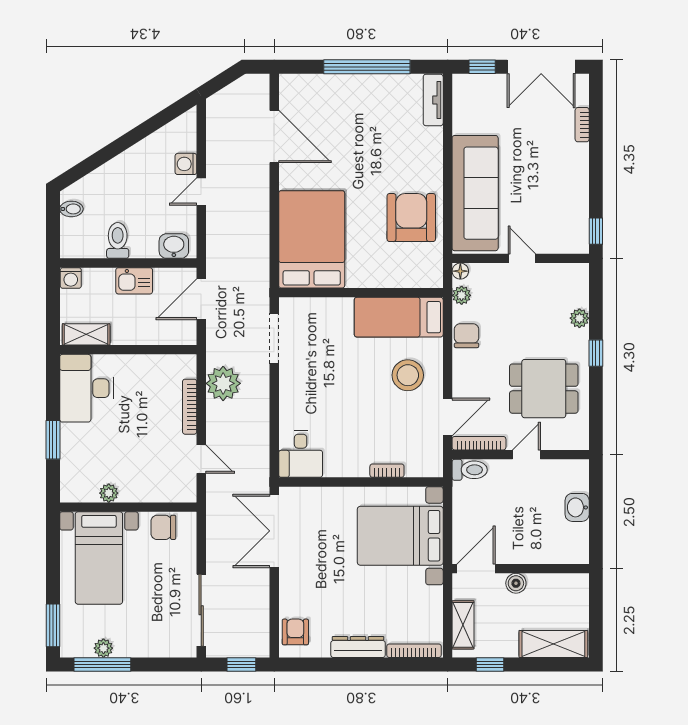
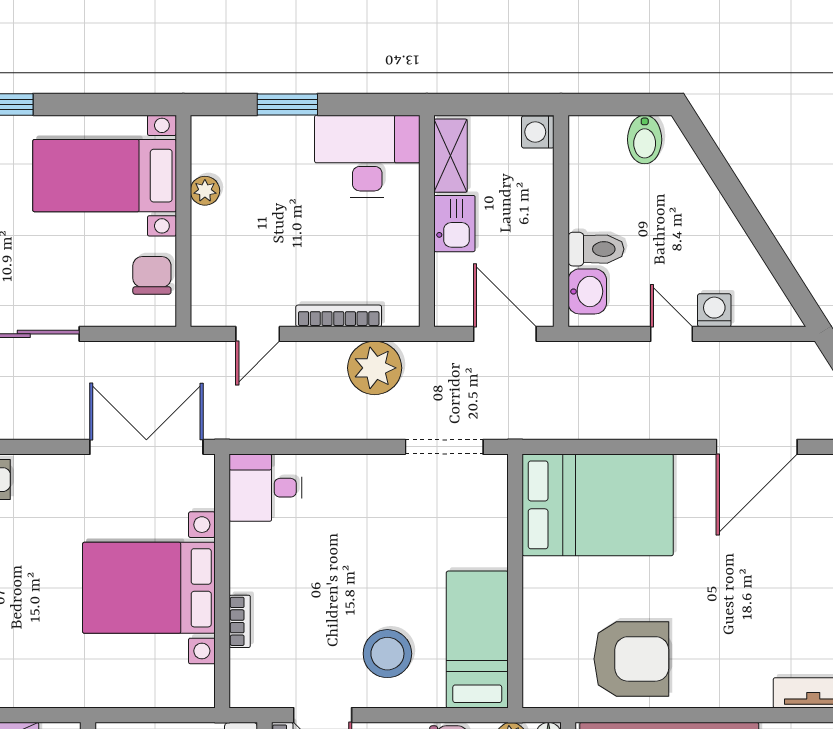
bidet: (71, 209) -> (645, 140), width x1.38, depth x1.36
toilet: (118, 240) -> (596, 249), moved
kitchen sink: (134, 281) -> (454, 224), moved, turned 180
bed with nightstands: (400, 536) -> (149, 588), moved, turned -90

